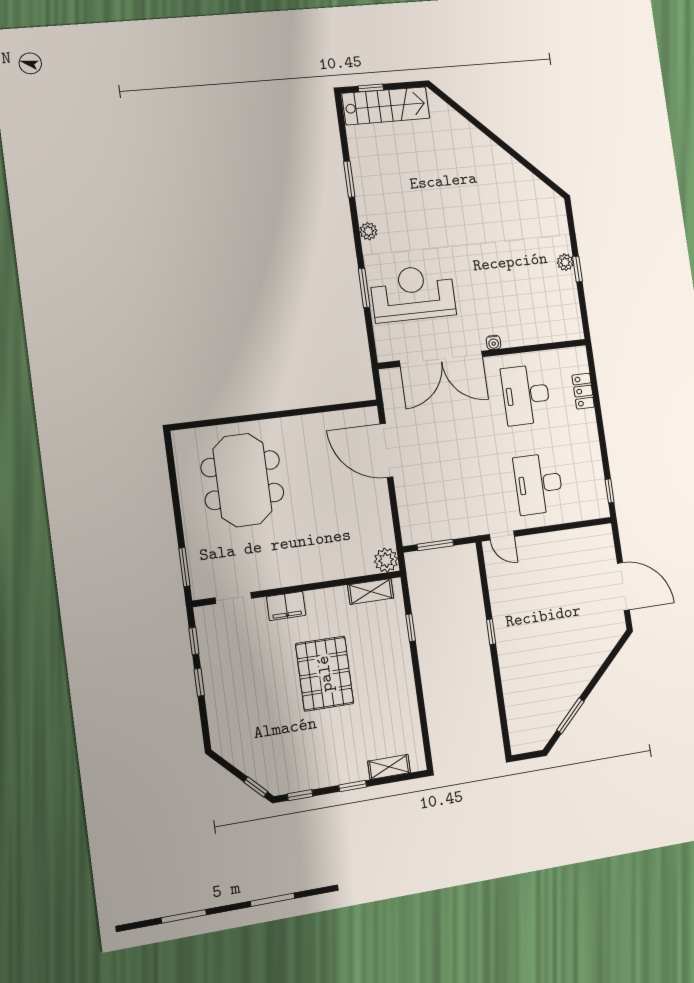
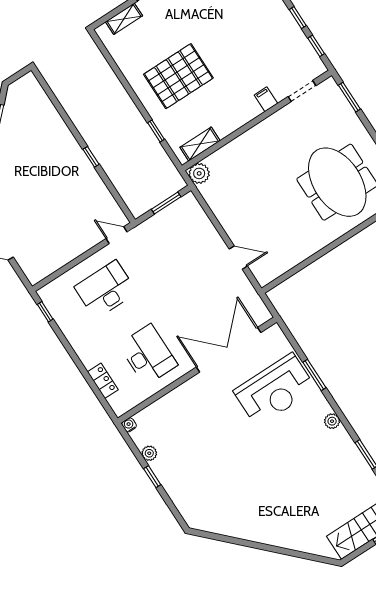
plant: (565, 262) -> (149, 453), moved
water cooler: (493, 343) -> (129, 425), moved
door: (386, 450) -> (238, 257), width x0.53
desk: (539, 484) -> (106, 290), turned -90
filing cabinet: (286, 606) -> (266, 99), width x0.50
pallet: (325, 674) -> (178, 76), moved, turned 90

